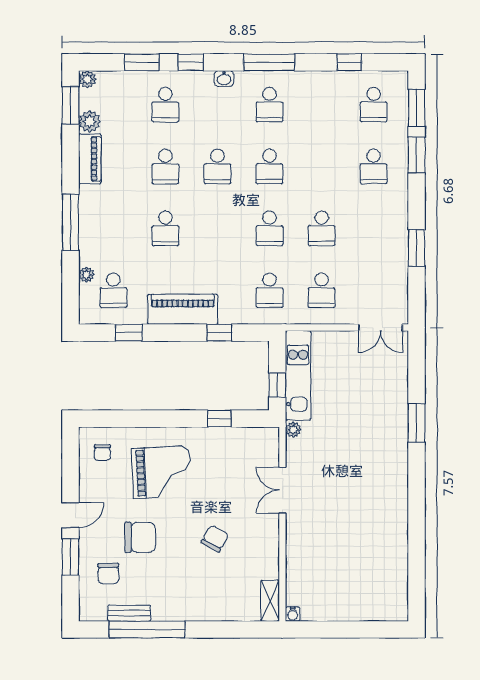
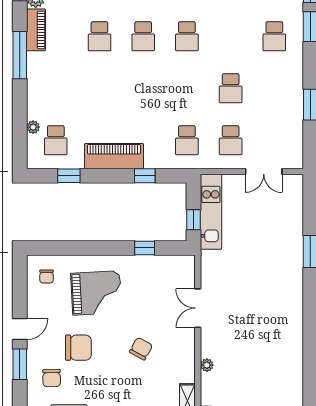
window: (70, 222) -> (20, 55), moved
school desk: (165, 228) -> (99, 88), removed
school desk: (269, 228) -> (187, 88), removed
double door: (380, 327) -> (264, 171), moved
plant: (293, 430) -> (207, 365), moved

